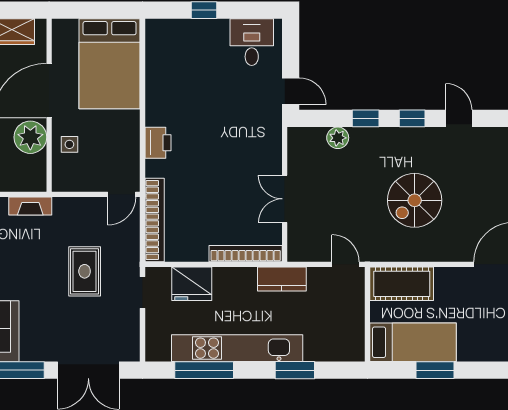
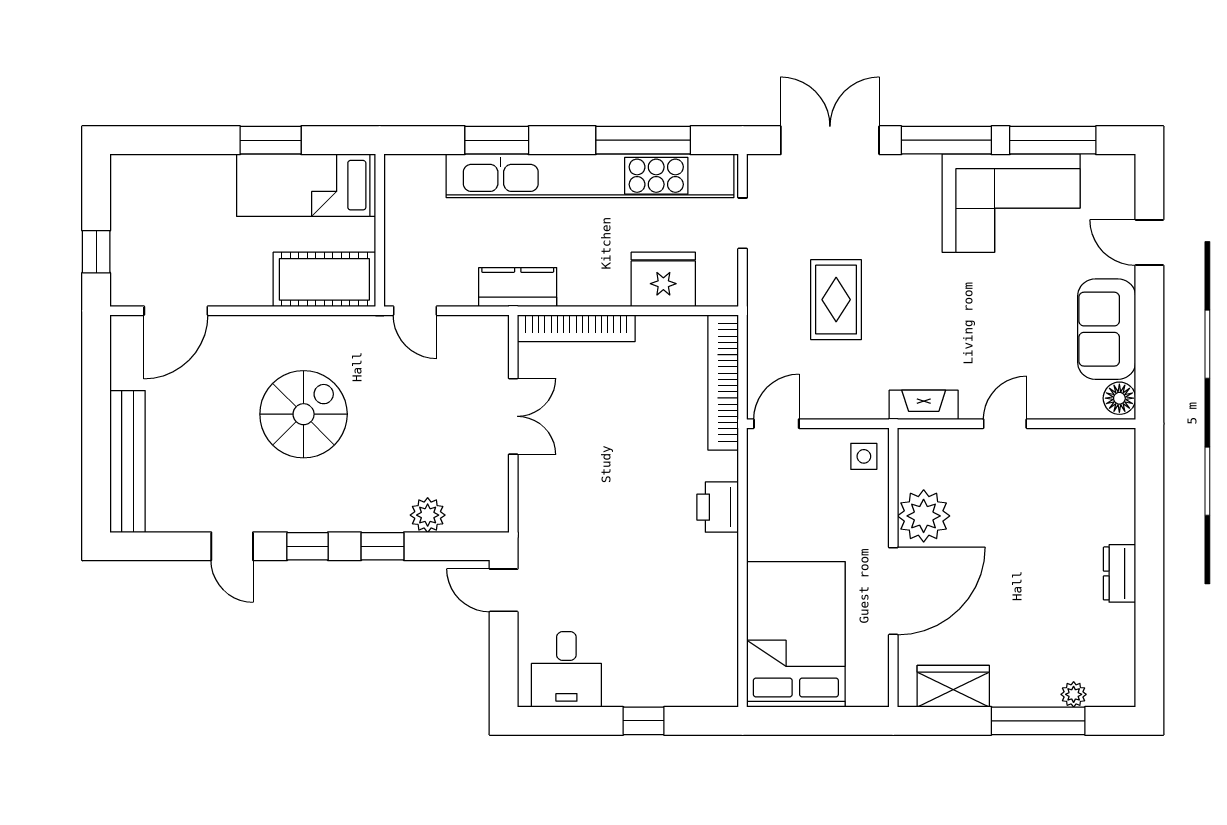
side table: (69, 144) -> (864, 456), moved
doorway: (143, 292) -> (743, 223), moved
kitchen unit: (237, 348) -> (590, 176), width x1.36

